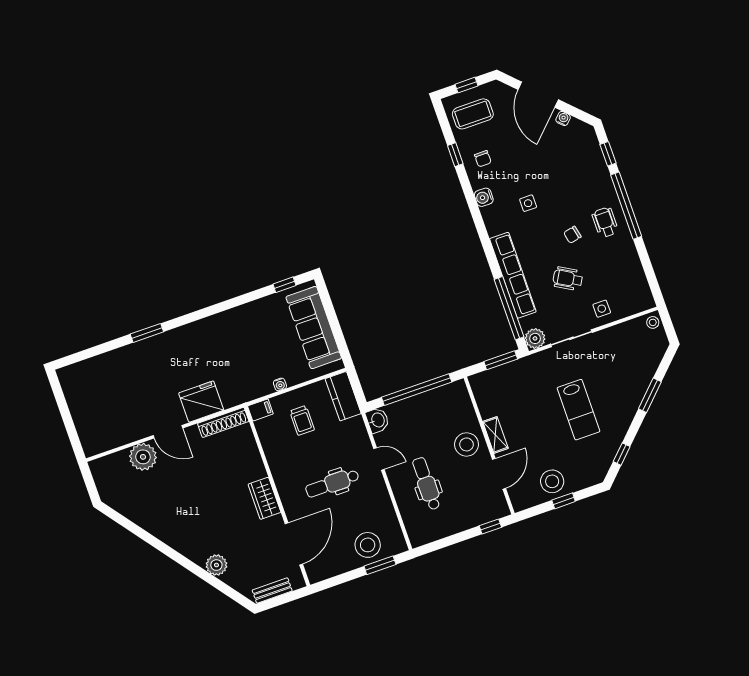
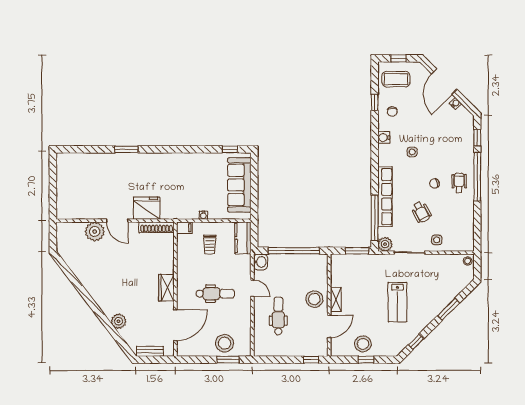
wheelchair: (568, 279) -> (421, 212), turned -148
dental chair: (332, 483) -> (215, 294), turned 180

